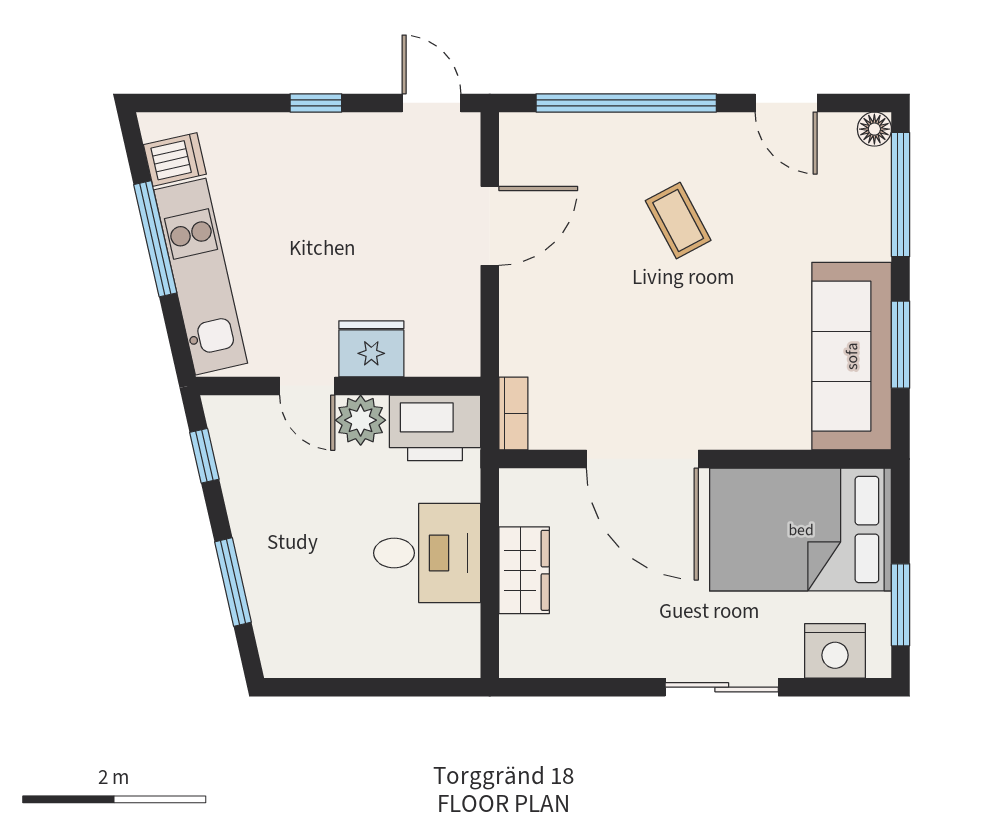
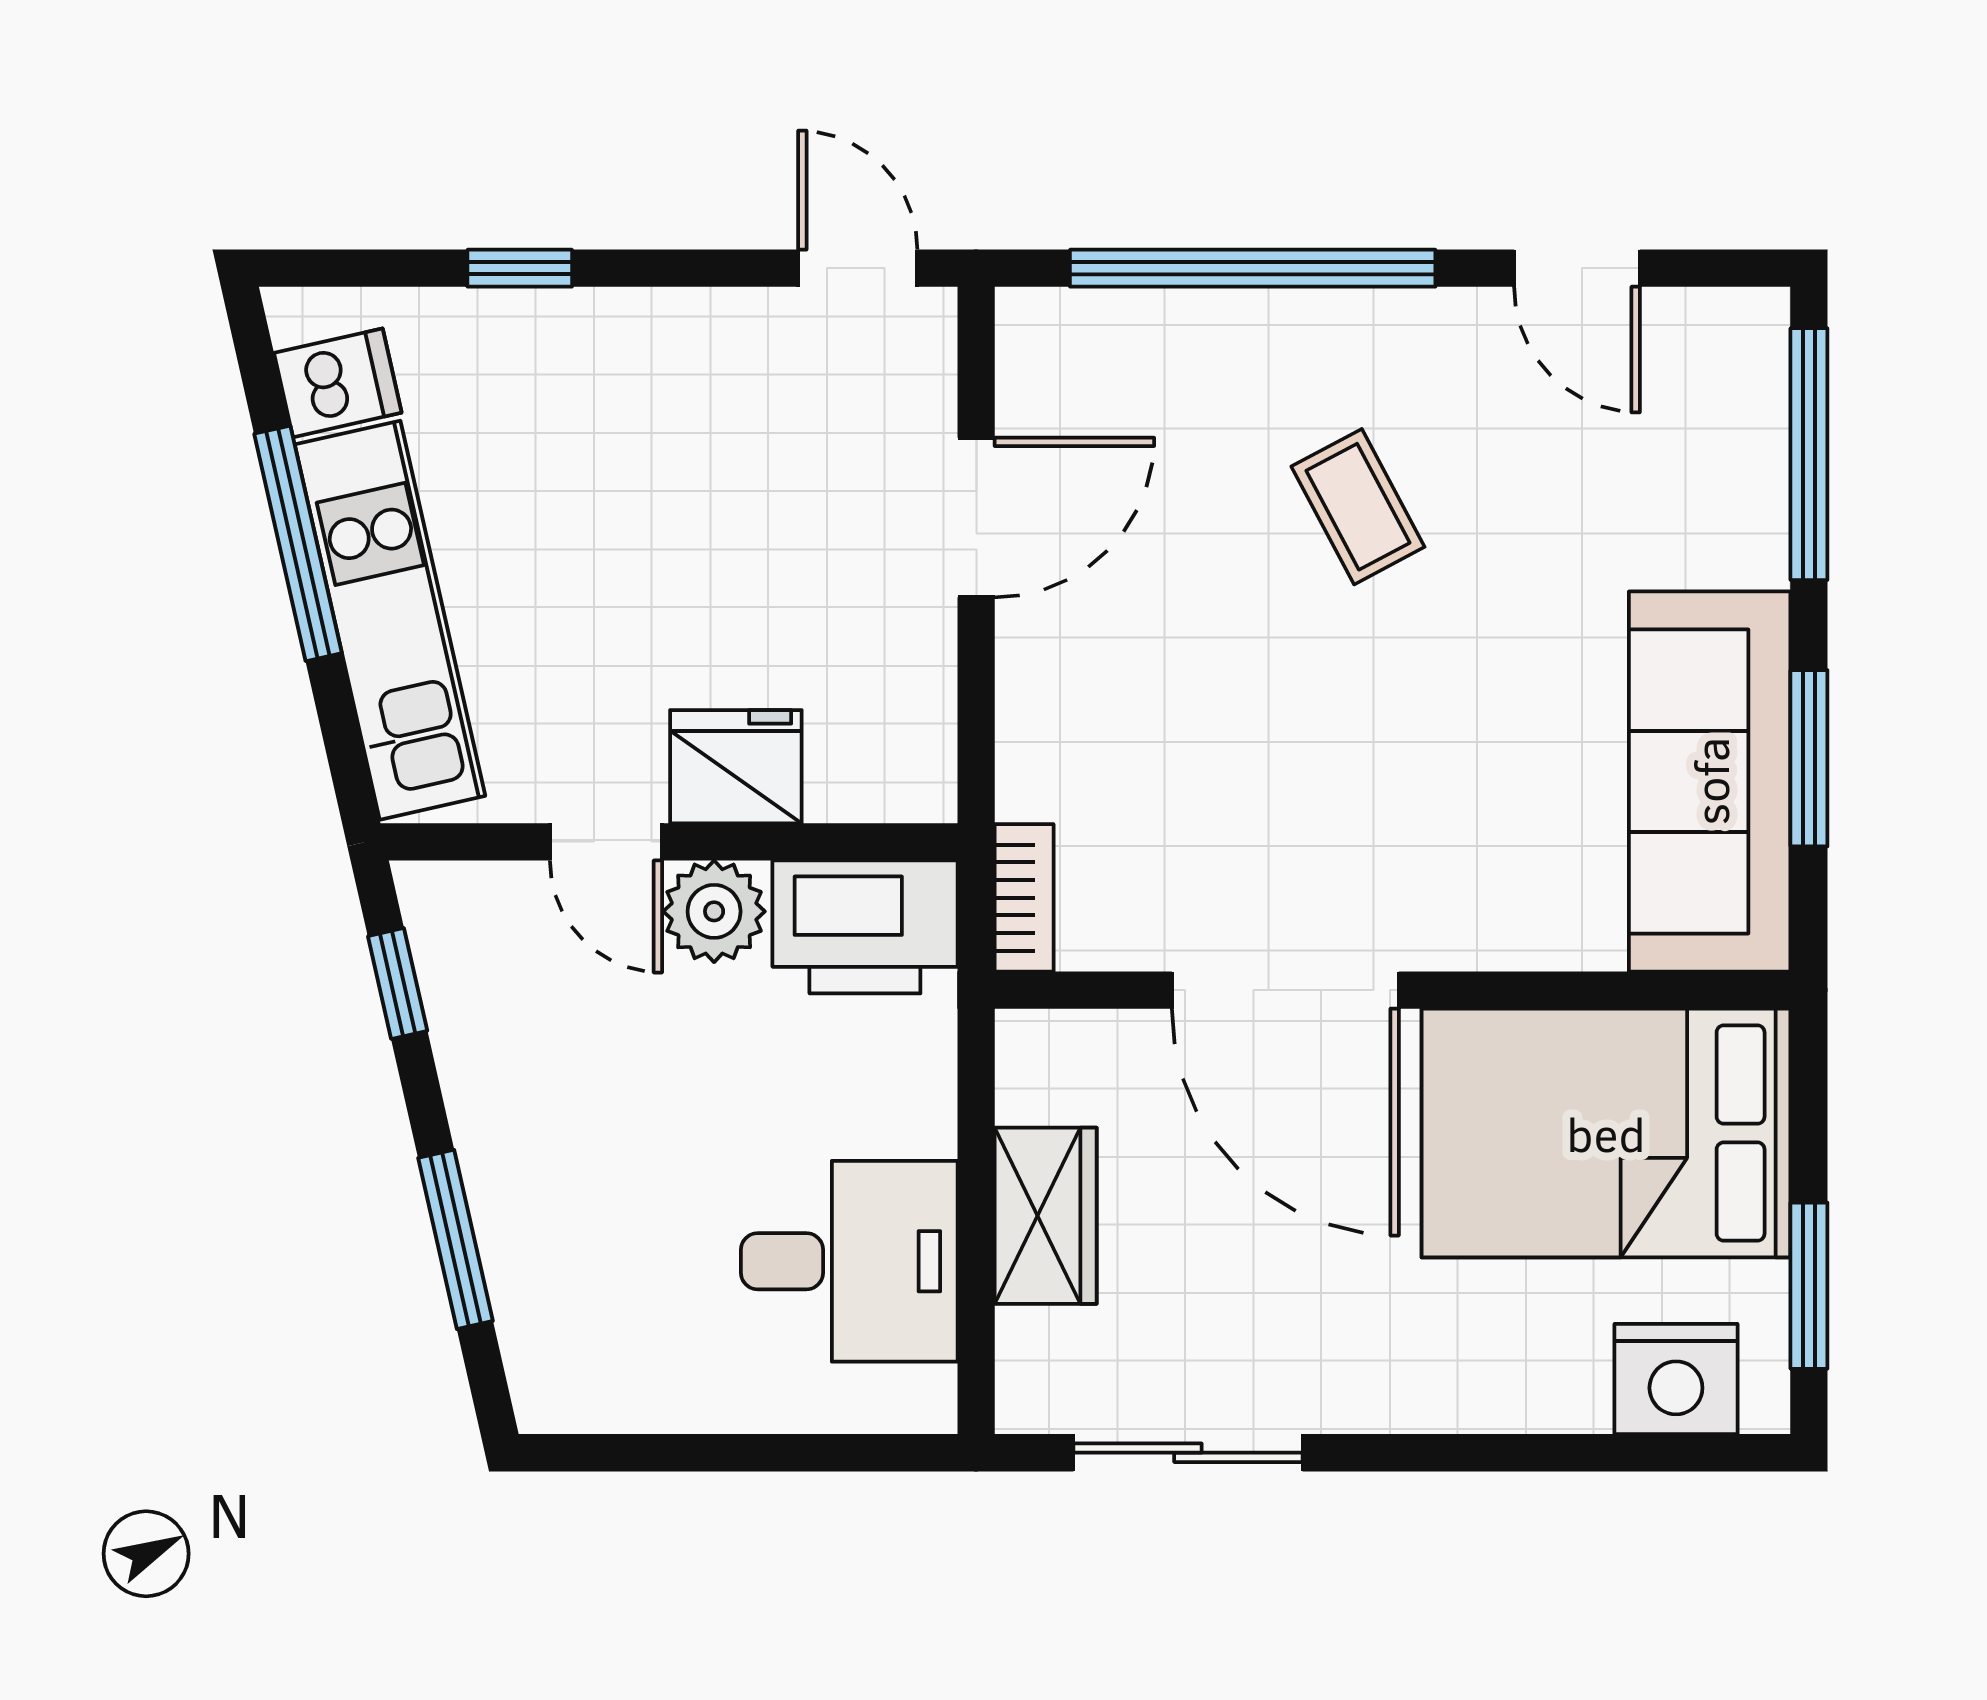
window: (316, 103) -> (520, 268), moved
floor lamp: (874, 129) -> (1756, 321), removed
desk: (427, 553) -> (849, 1261), moved
sliding door: (722, 687) -> (1188, 1453), moved

